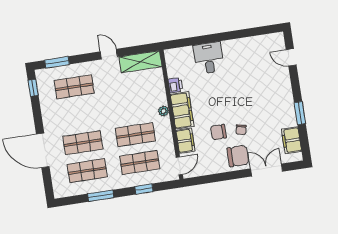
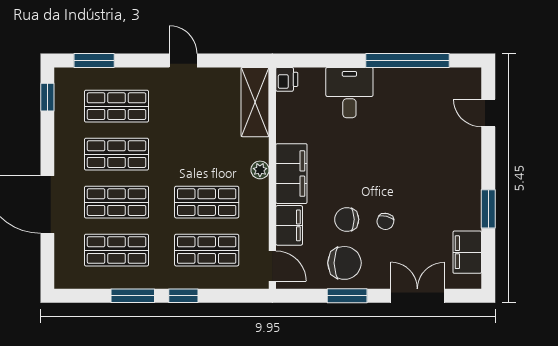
window: (239, 34) -> (407, 60), added
shelving: (140, 62) -> (255, 102), moved, turned 90
printer: (175, 85) -> (287, 79), moved
shop shelf: (79, 115) -> (117, 154), added
chair: (238, 156) -> (344, 263), moved
door: (179, 166) -> (272, 266), hinge flipped
window: (226, 176) -> (347, 296), added
window: (144, 189) -> (183, 296), moved

